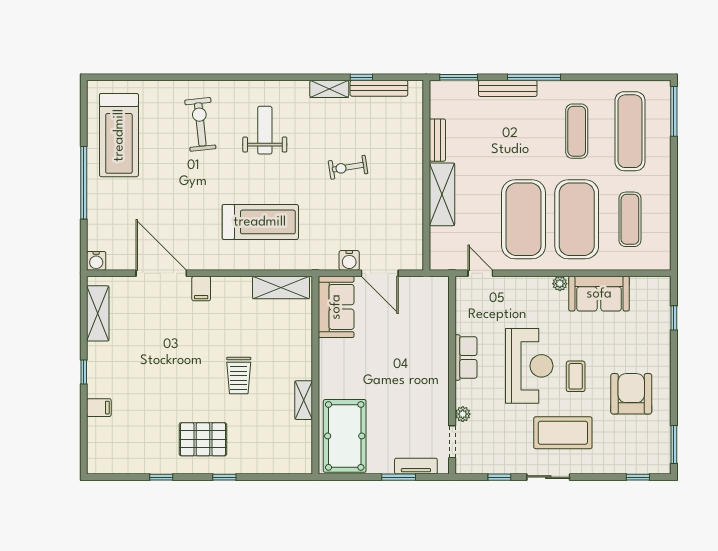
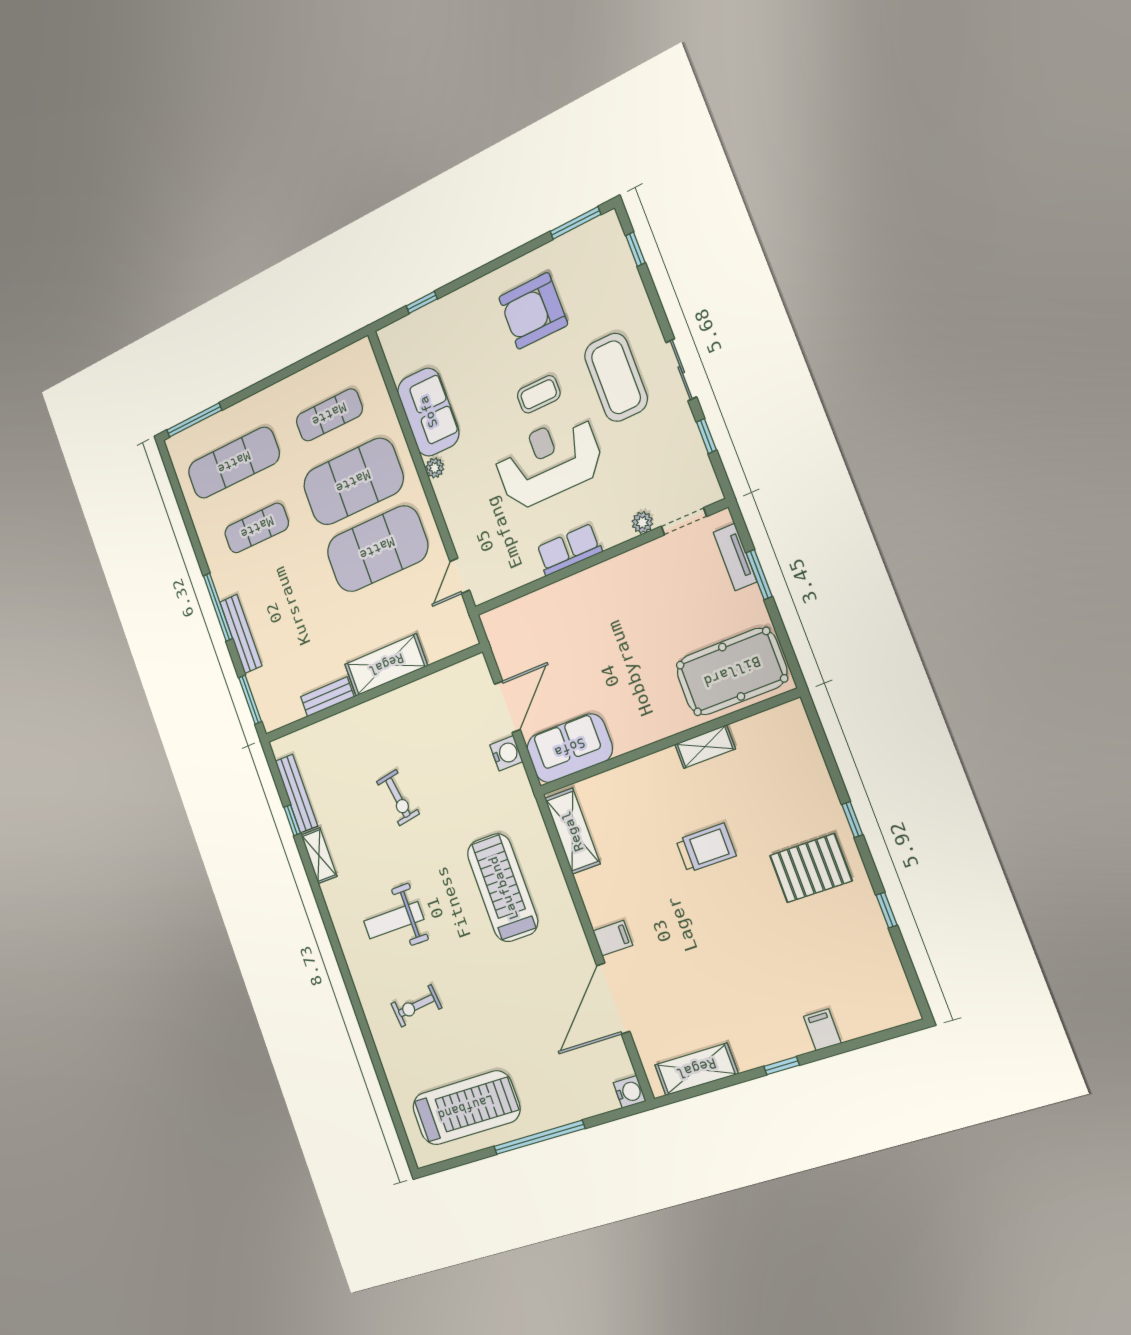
exercise bike: (200, 124) -> (416, 1006), width x0.73, depth x0.72
pallet: (203, 439) -> (811, 868), turned 90

